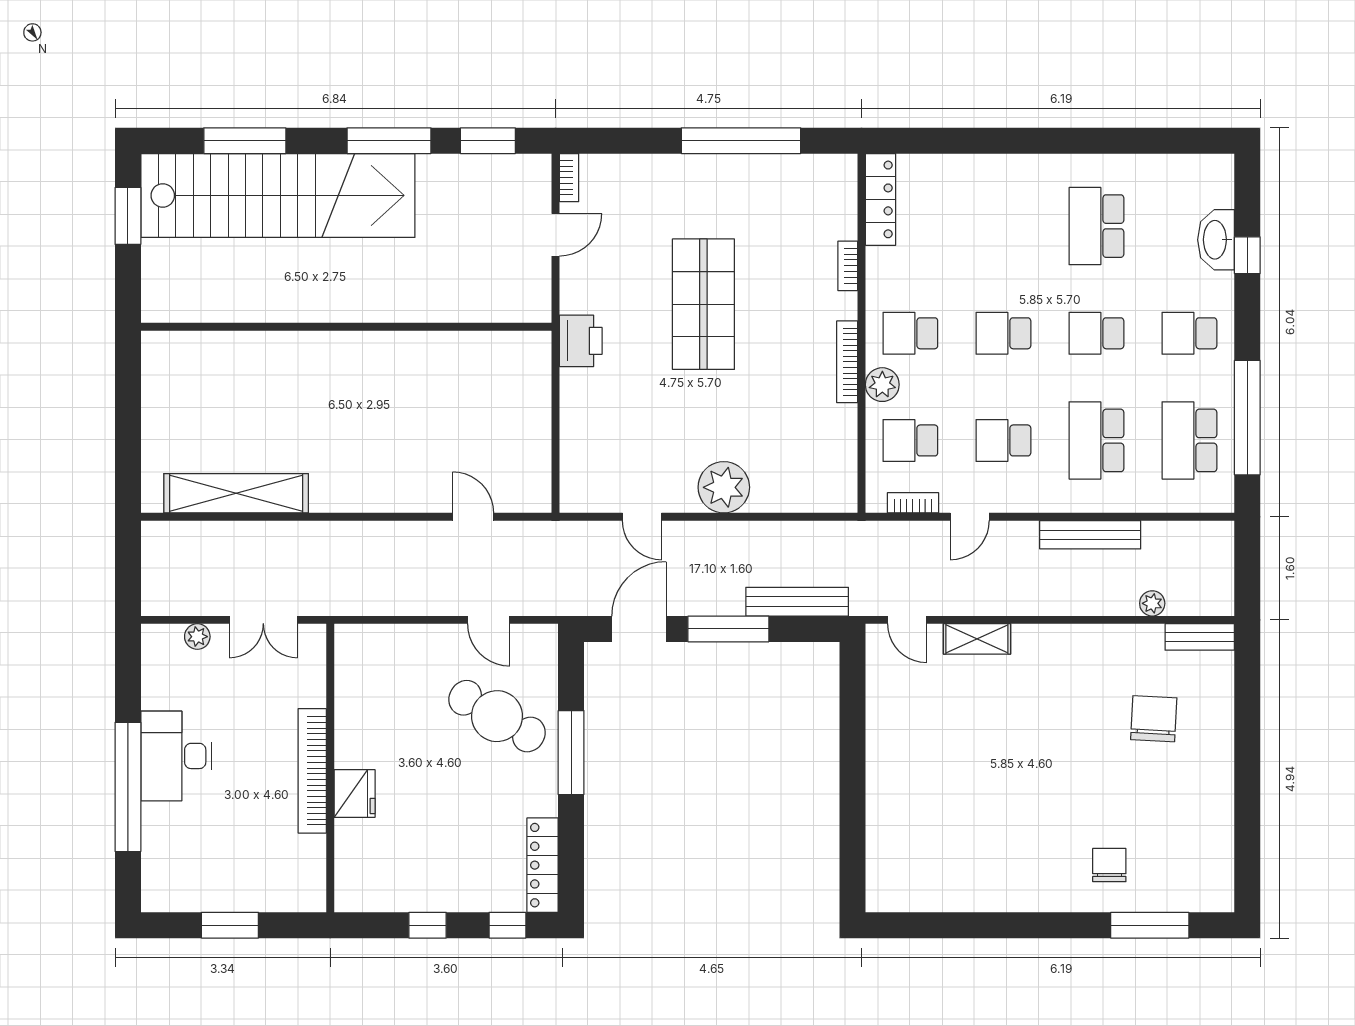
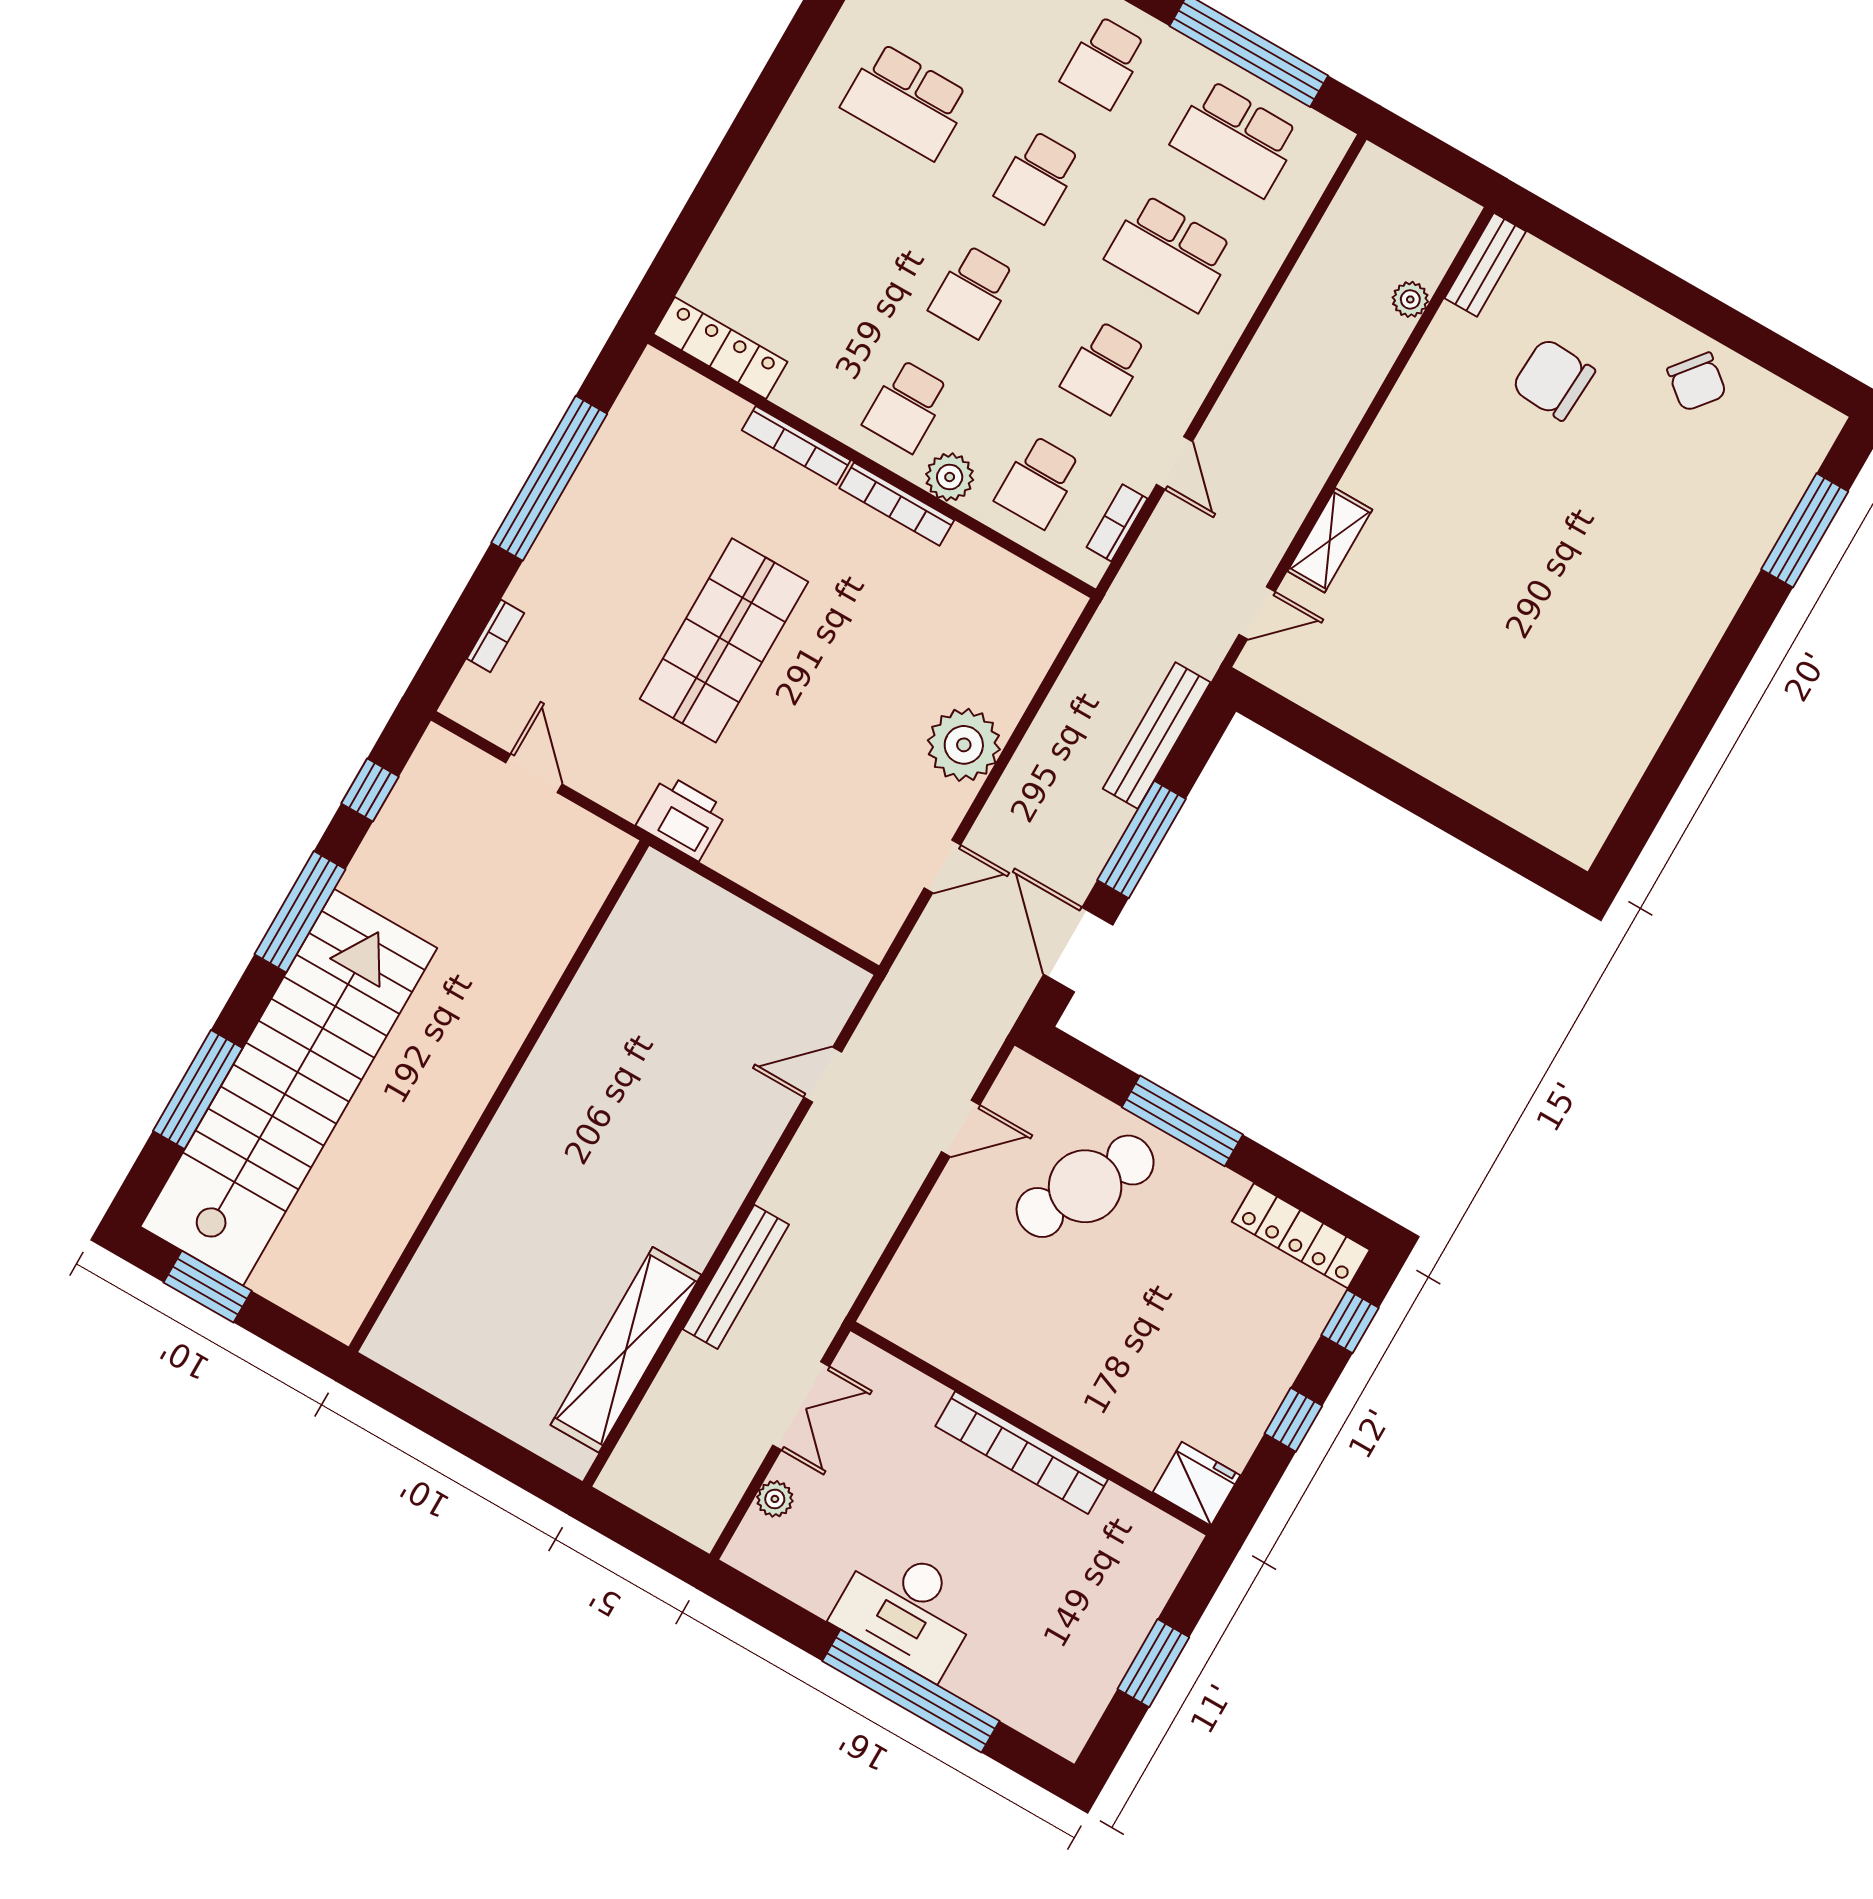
window: (488, 141) -> (370, 790), width x0.67
bookcase: (569, 178) -> (495, 636), moved, turned 90
bookcase: (848, 266) -> (796, 445), width x1.56
shop shelf: (703, 304) -> (724, 640), turned 90
bench: (1090, 535) -> (736, 1277), moved
fridge: (355, 794) -> (1196, 1484), moved
chair: (1109, 865) -> (1697, 382), moved, turned -141

